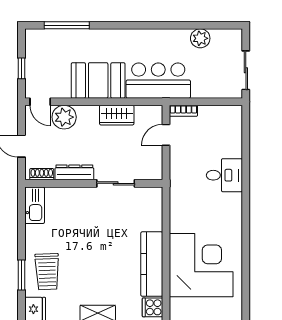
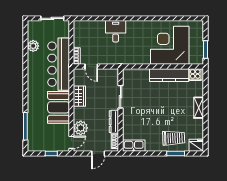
bar counter: (158, 81) -> (59, 64), width x1.36

